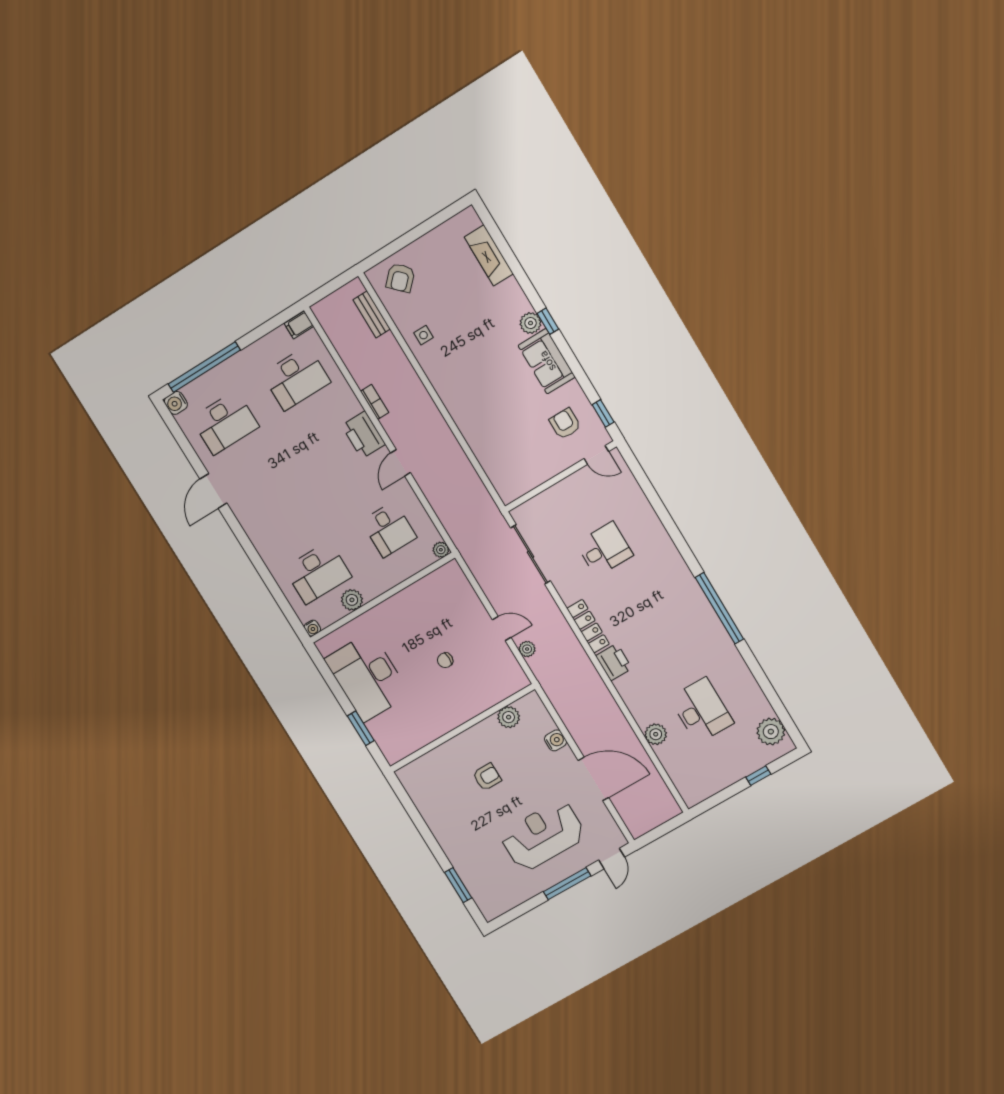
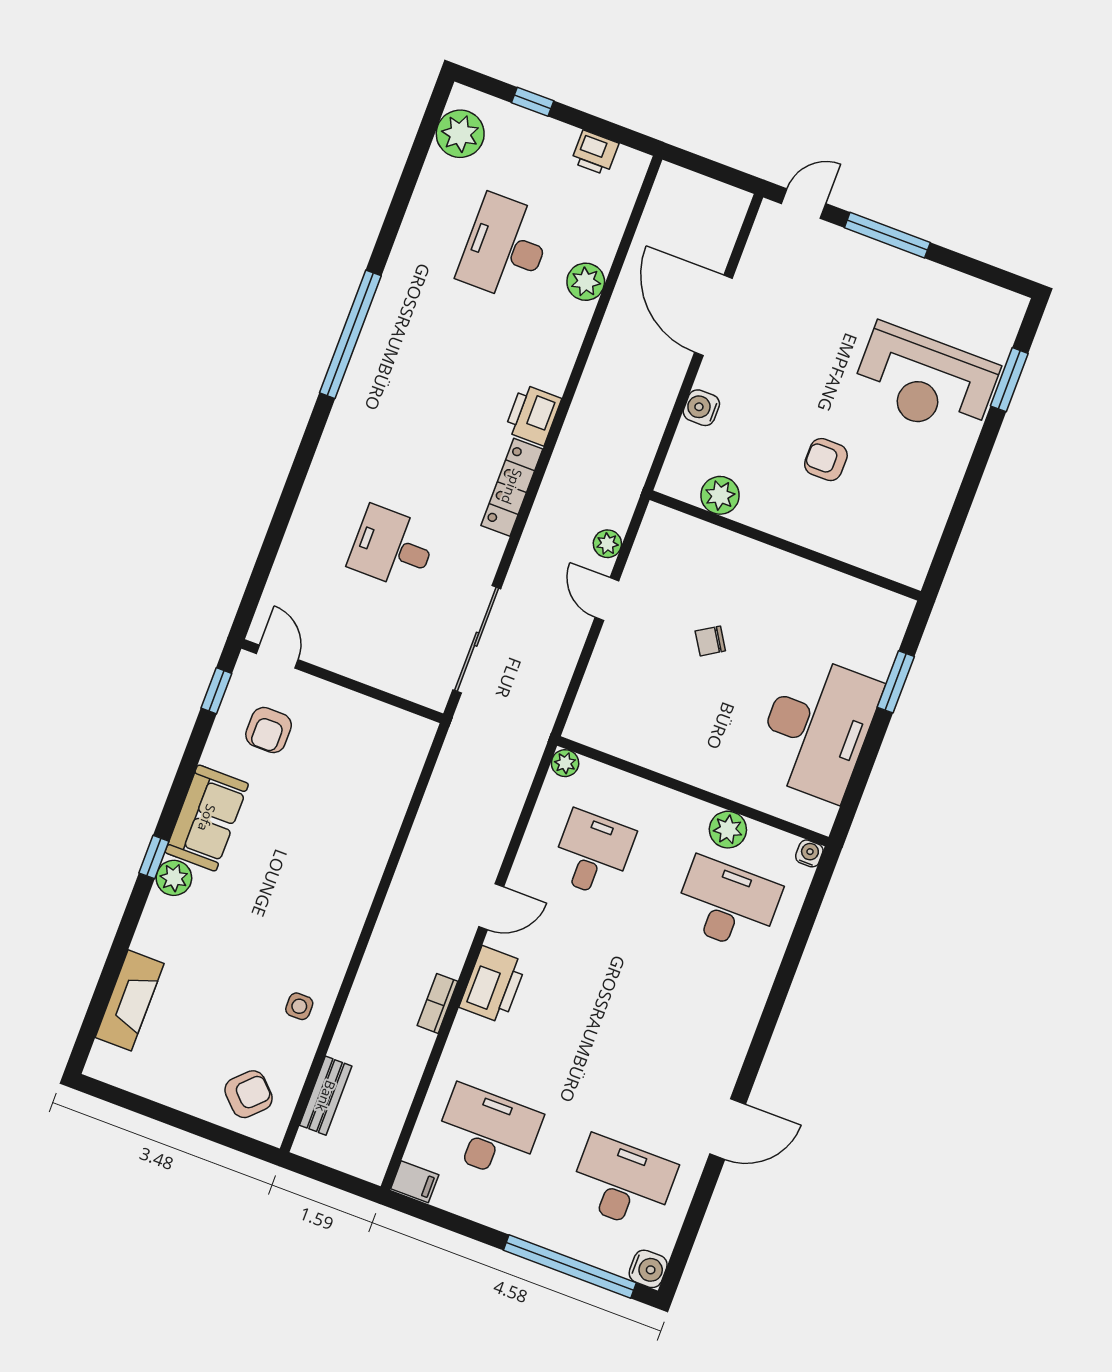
chair: (445, 660) -> (710, 641), turned 148
printer: (712, 785) -> (595, 153), added
reception desk: (543, 835) -> (925, 381), moved

